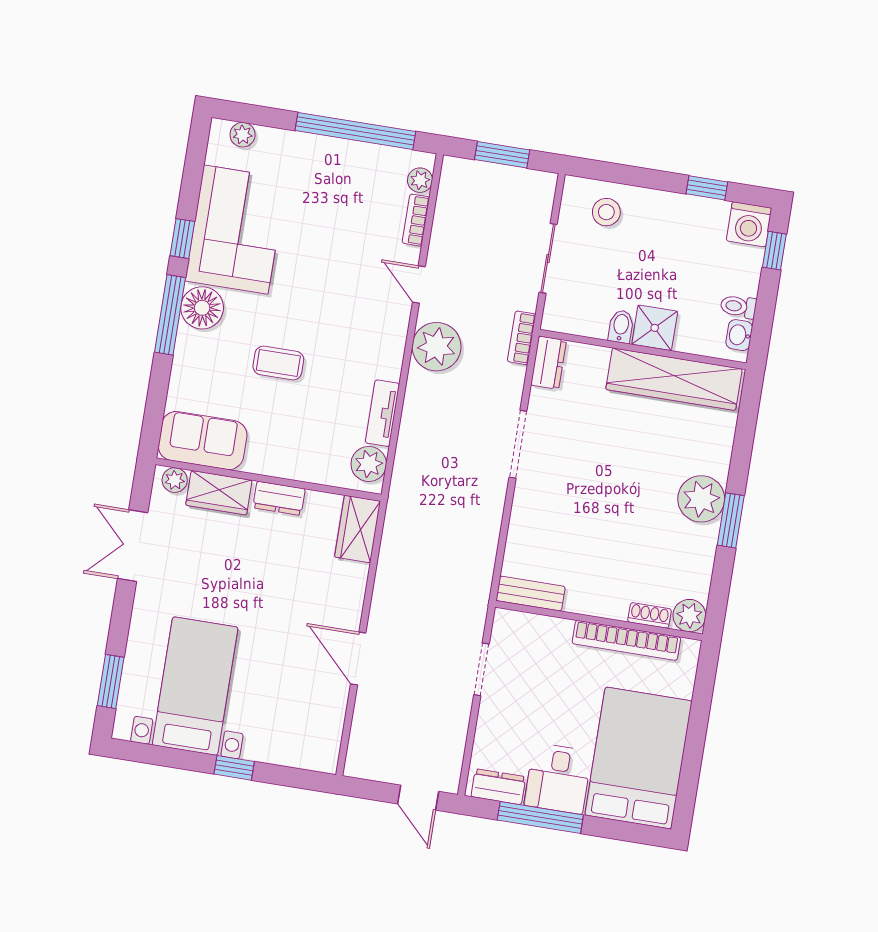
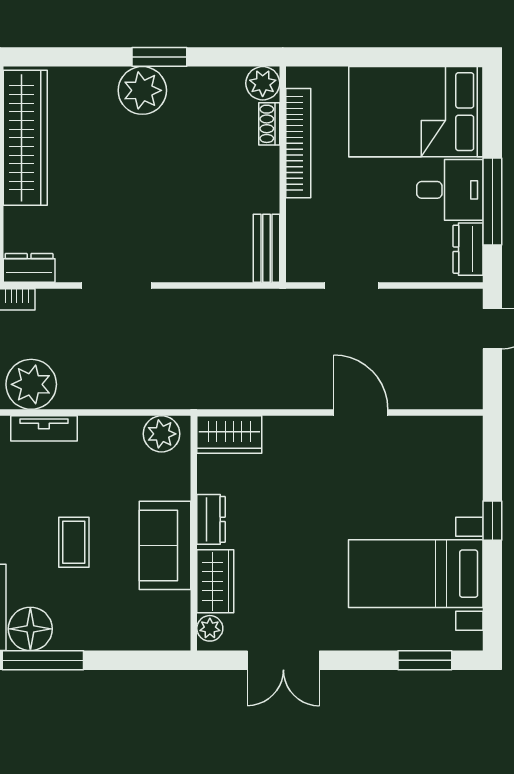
tv unit: (382, 413) -> (44, 428), moved
sofa: (203, 441) -> (165, 545), moved
door: (358, 658) -> (361, 413), swing flipped

